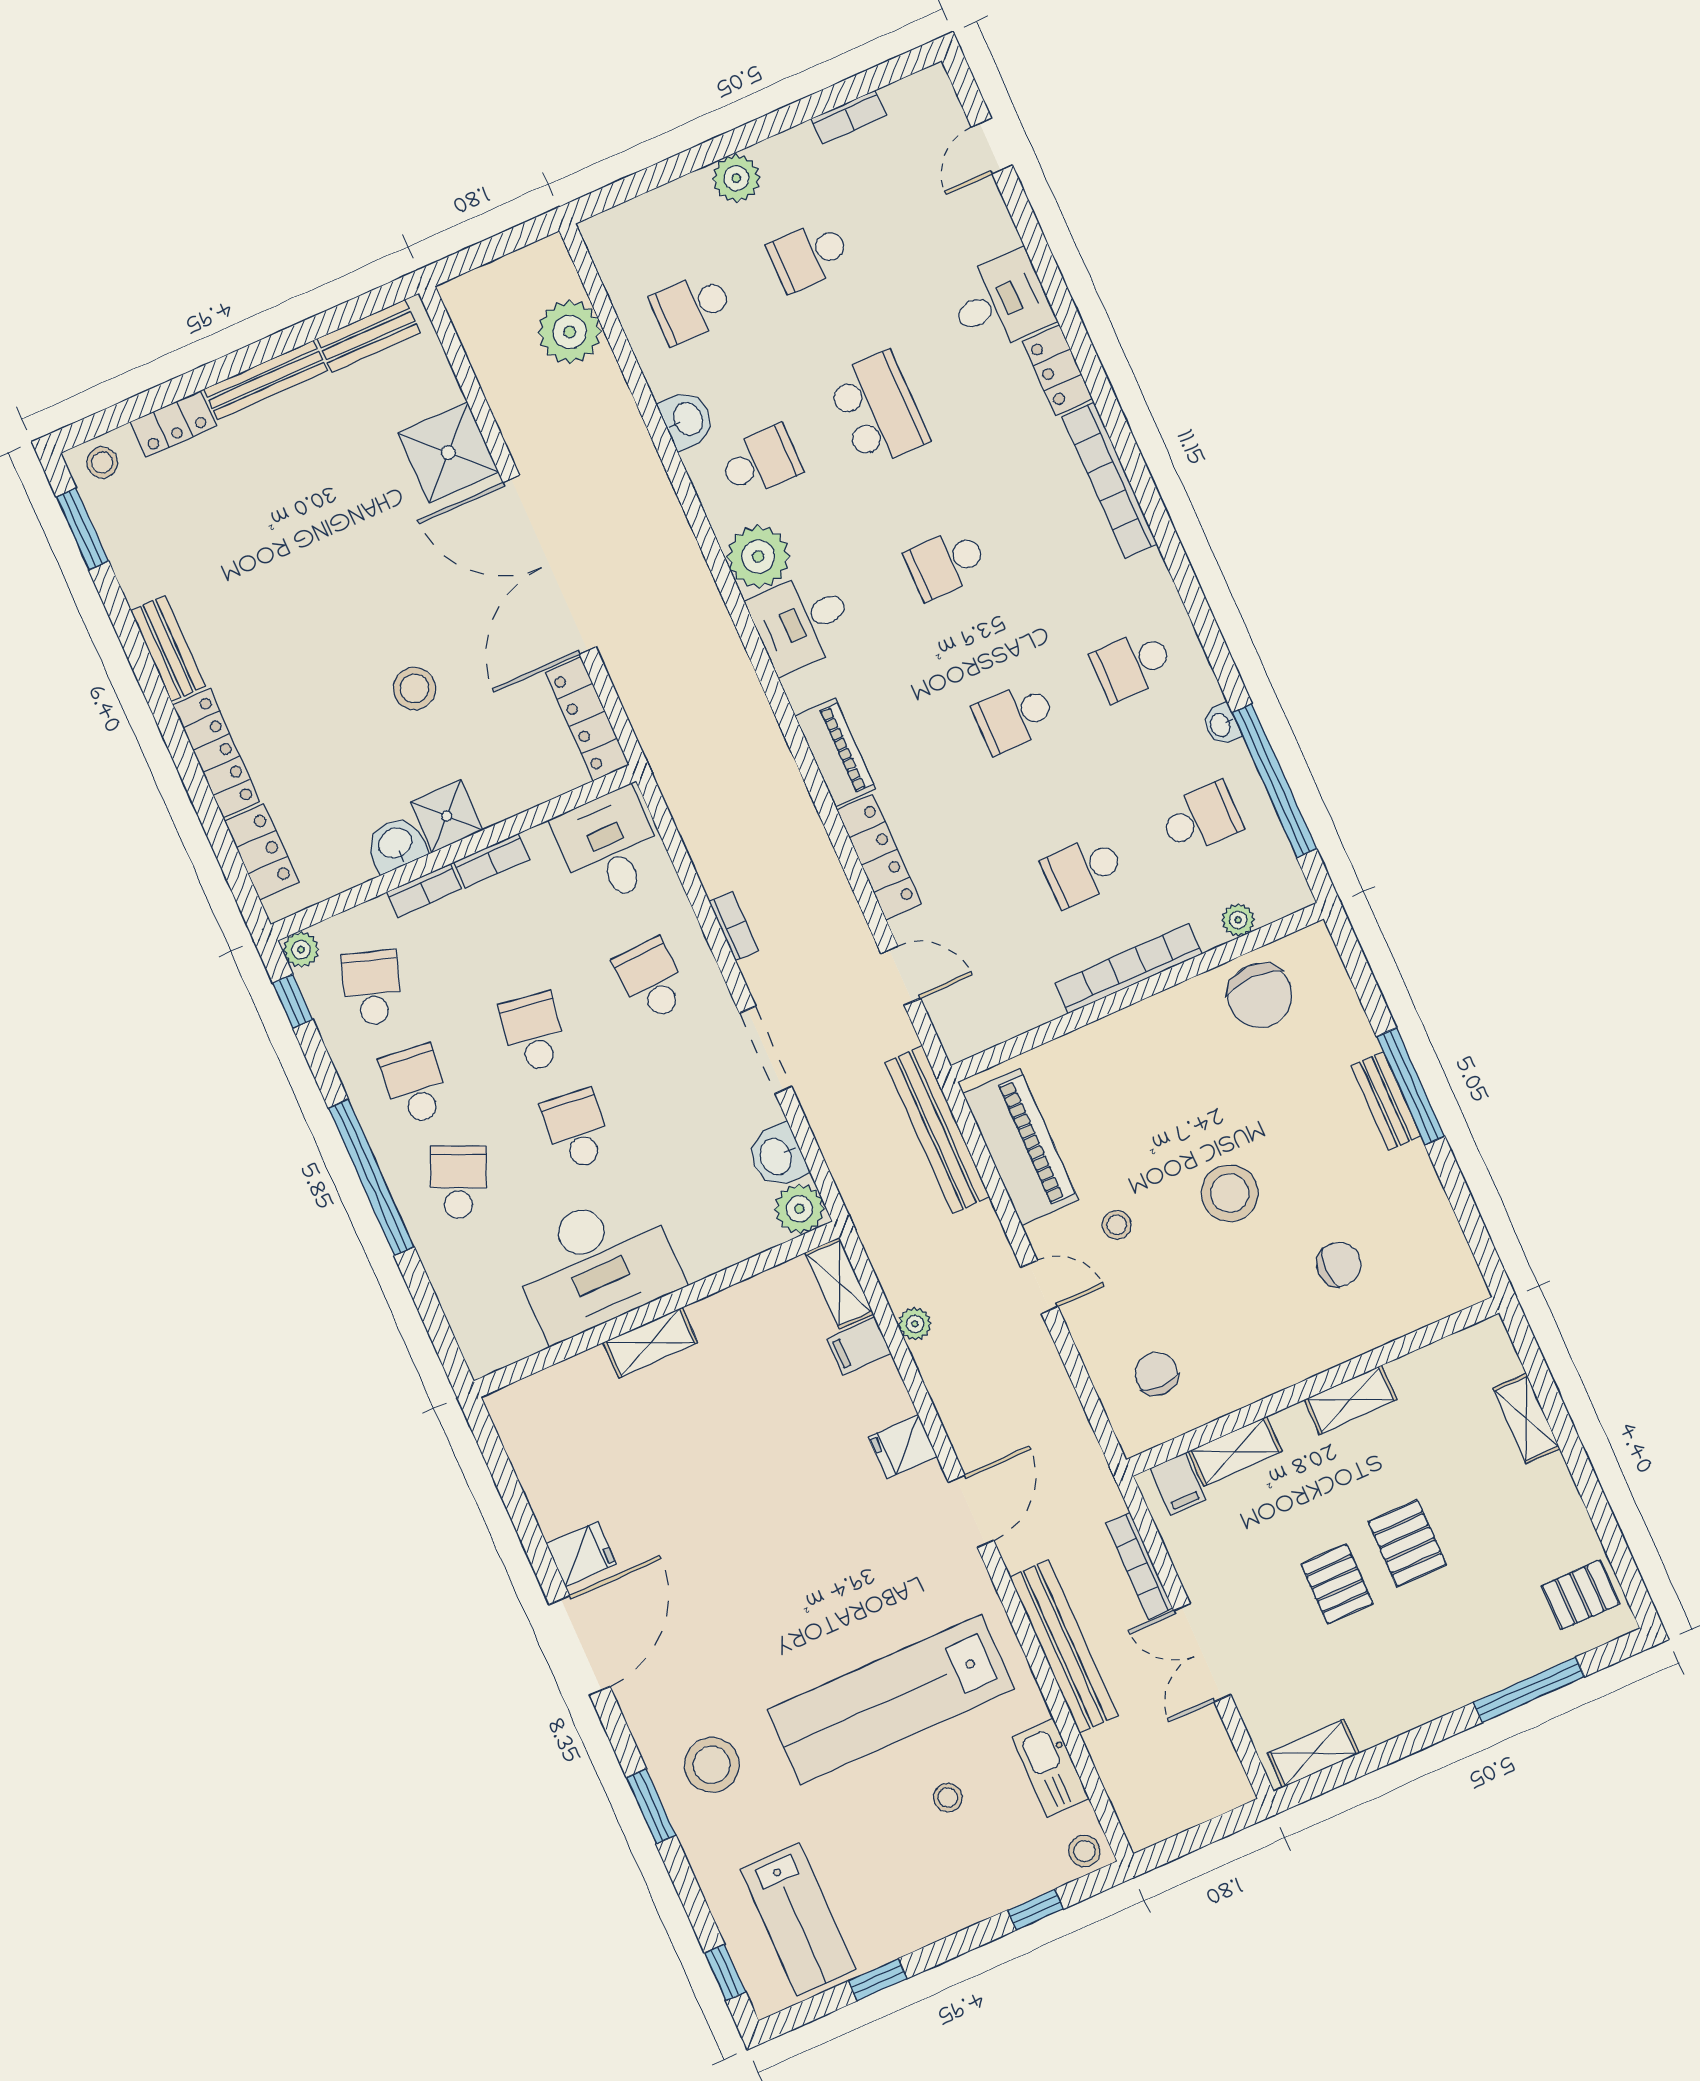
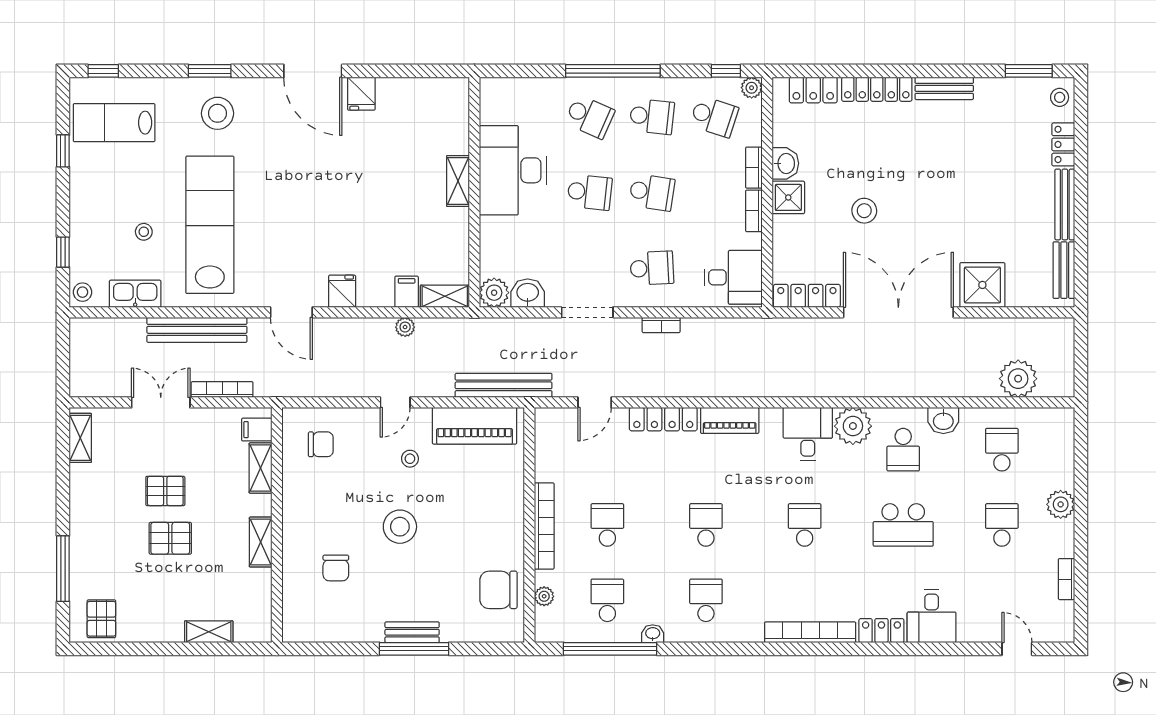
school desk: (1201, 819) -> (607, 600), turned 180

